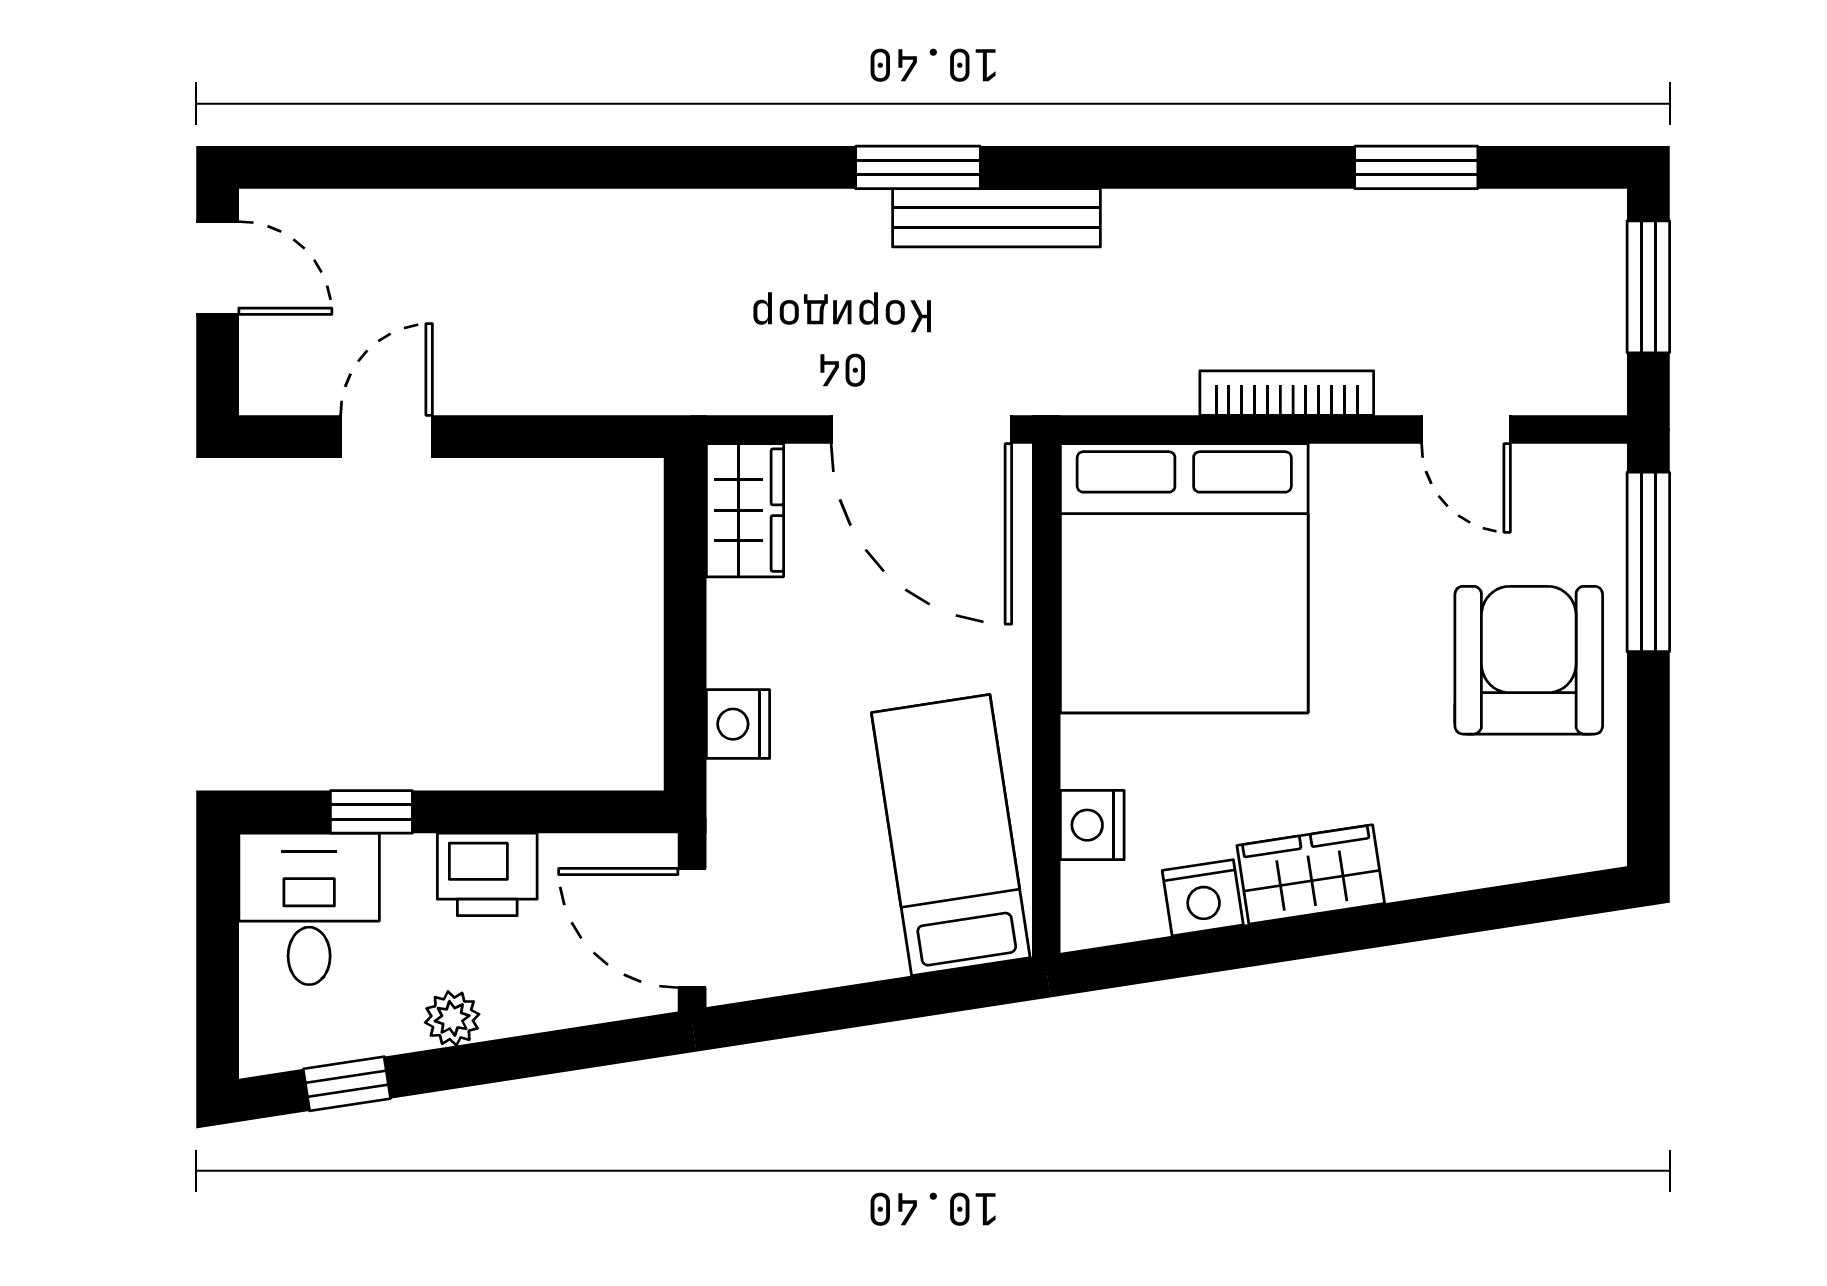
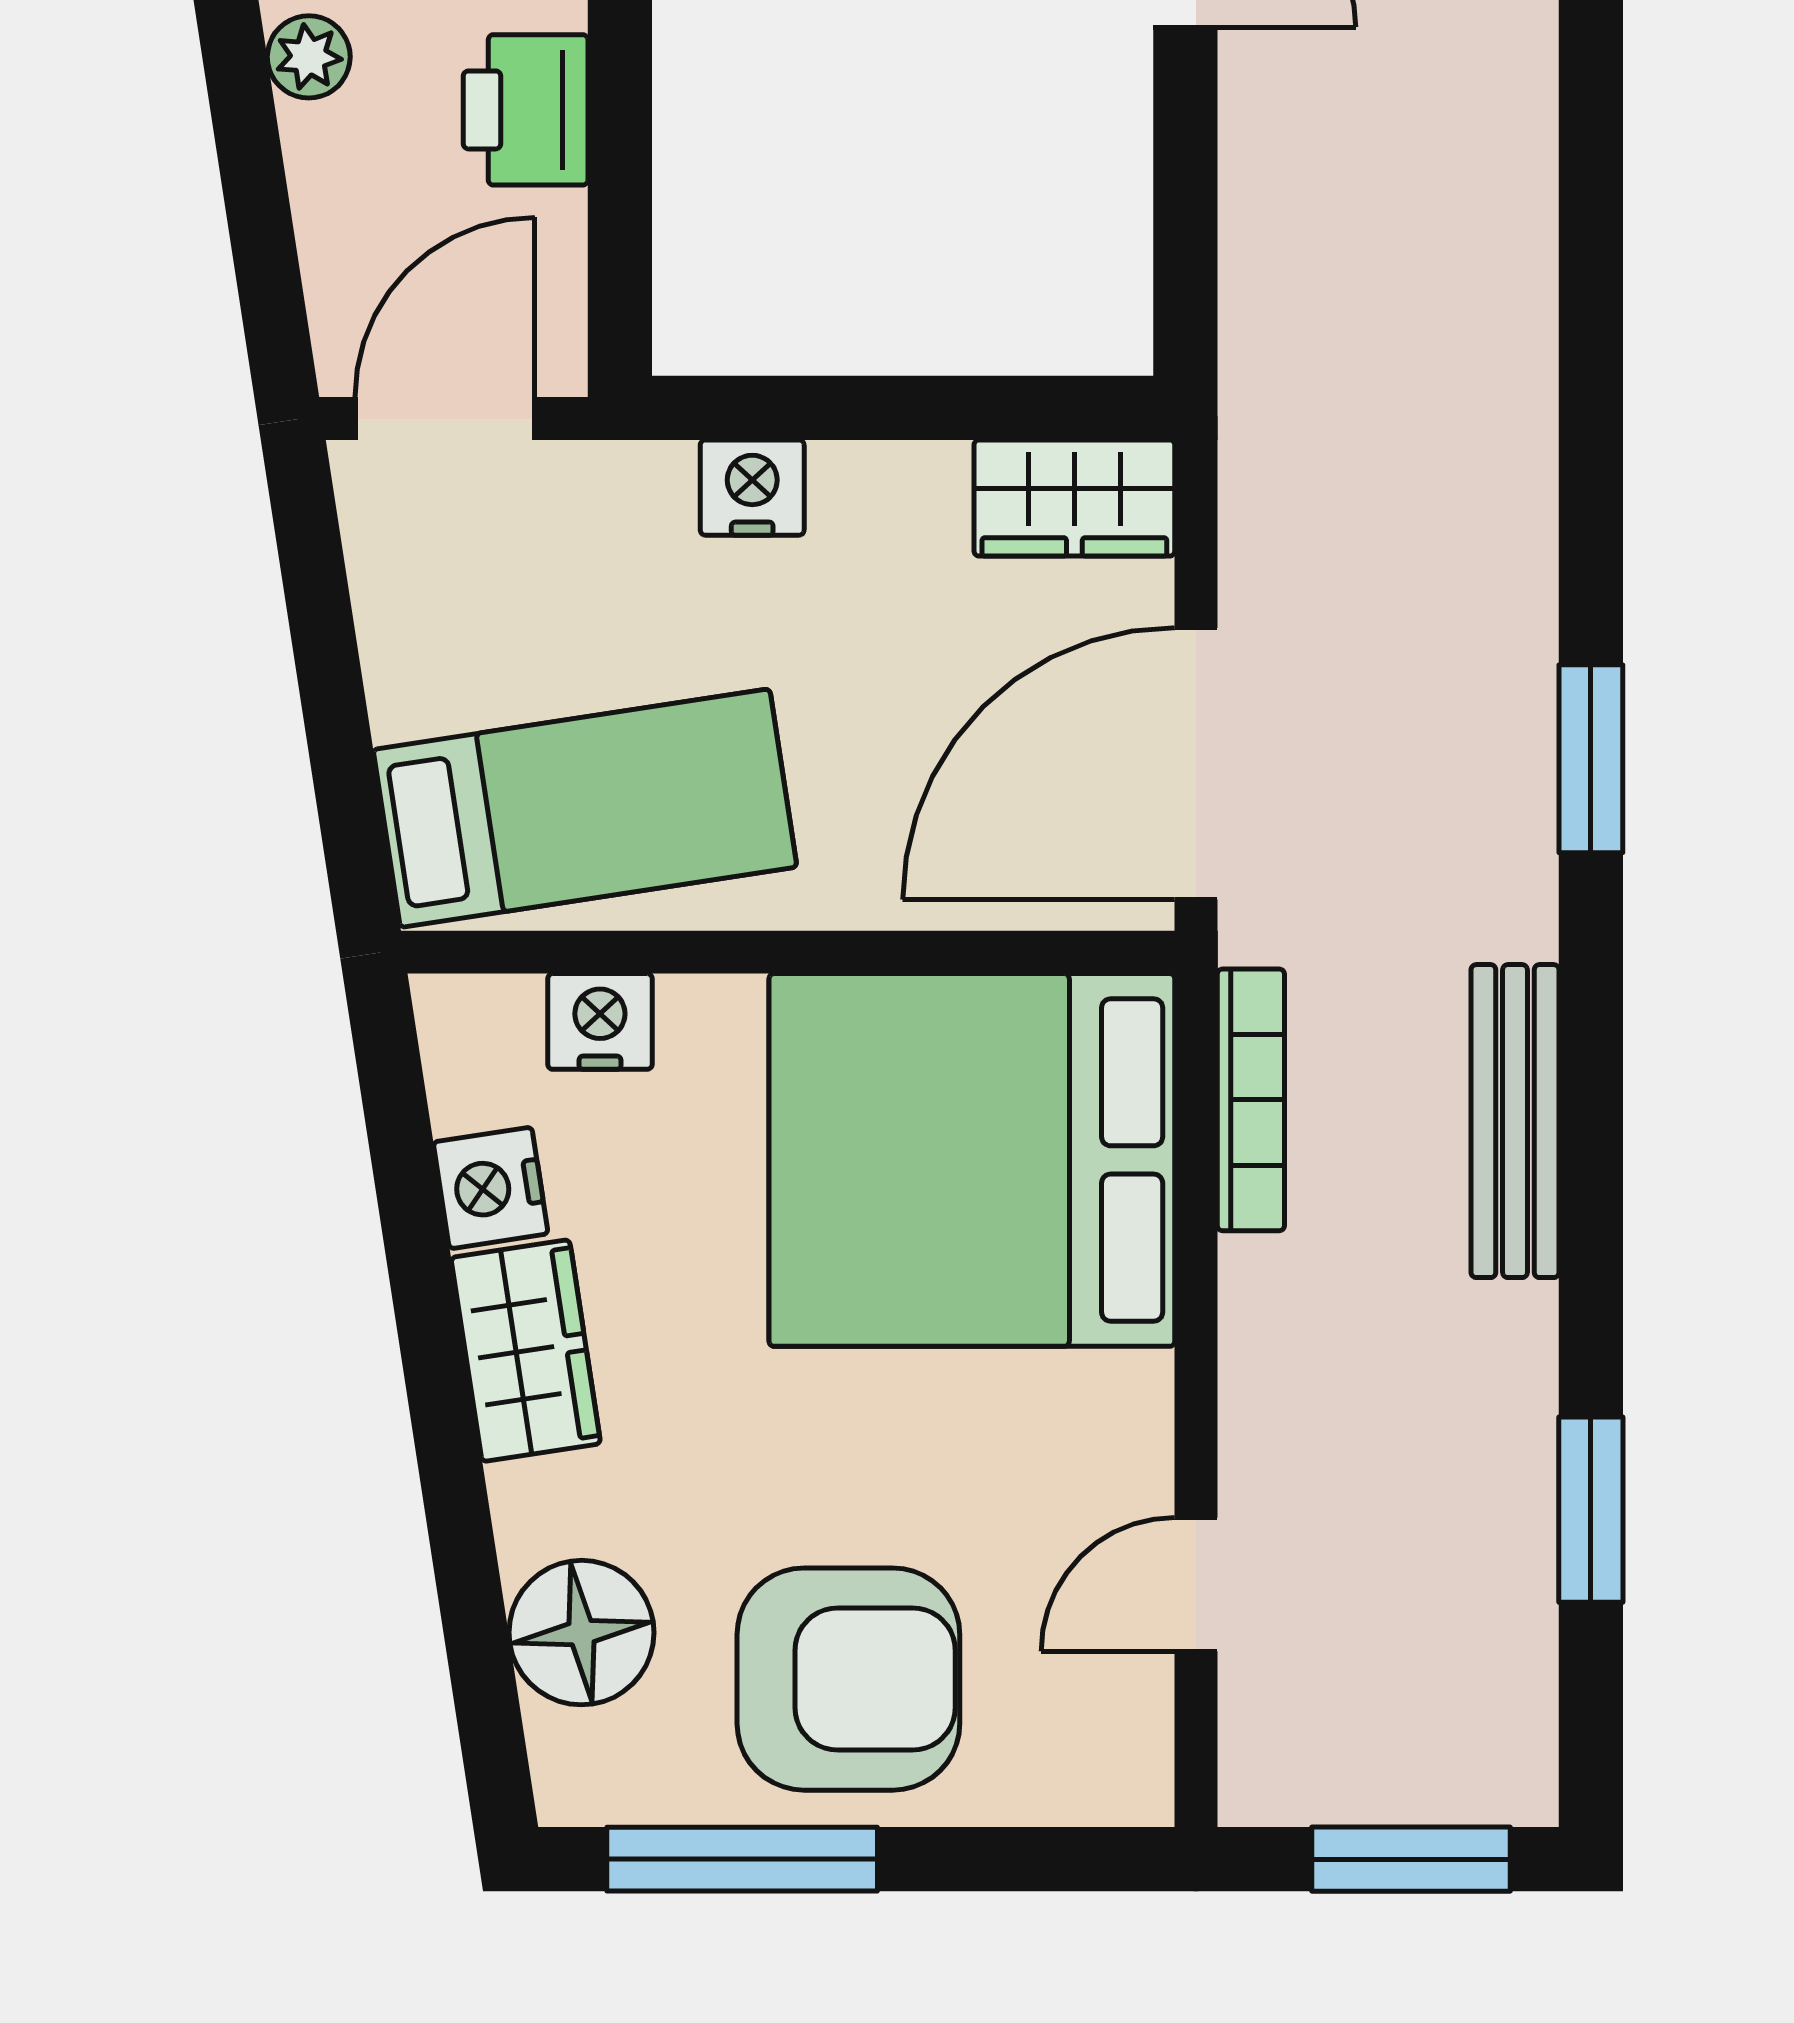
bench: (996, 218) -> (1515, 1121), moved
bookcase: (1287, 393) -> (1251, 1100), moved
window: (1648, 562) -> (742, 1859), moved
floor lamp: (1498, 837) -> (581, 1633), added

